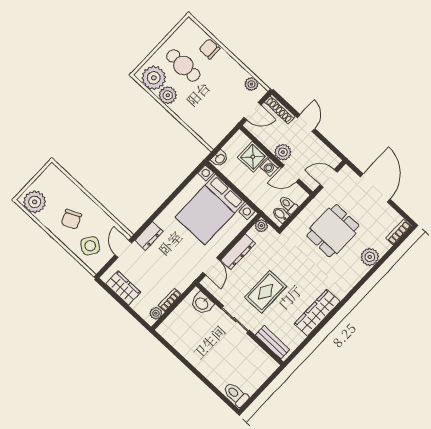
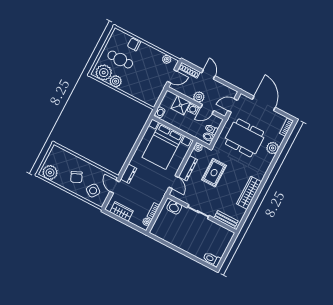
dining table: (333, 231) -> (245, 138), width x1.38
rug: (266, 292) -> (214, 173), moved

